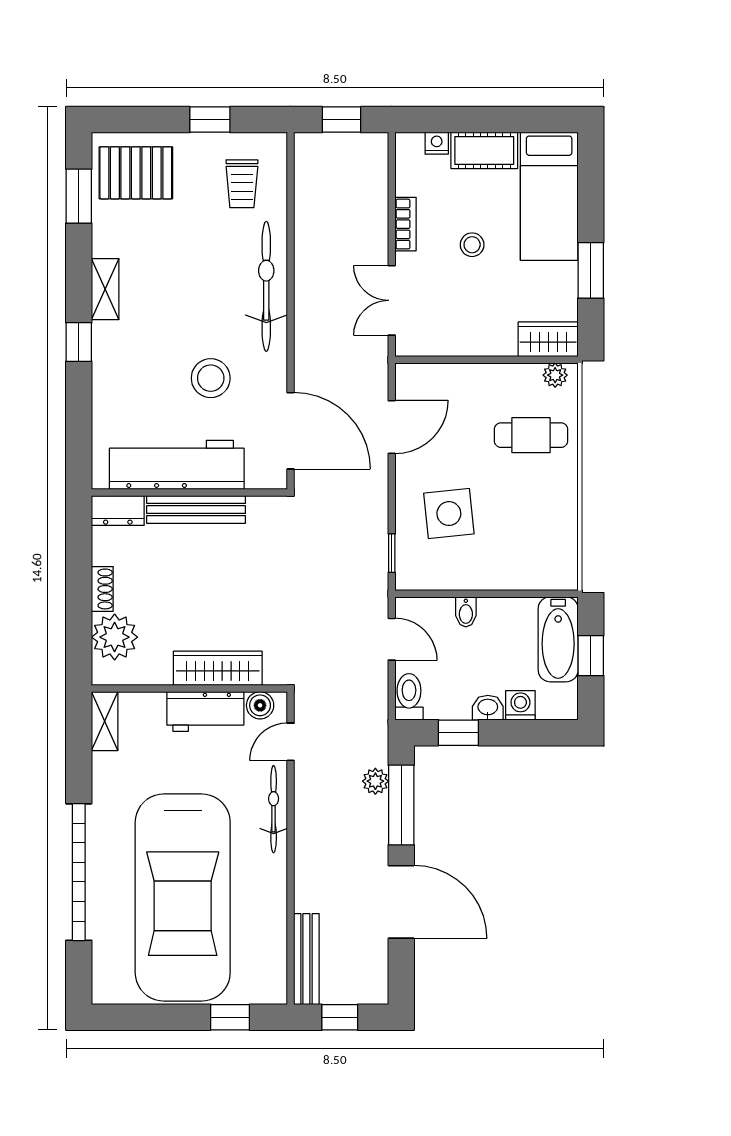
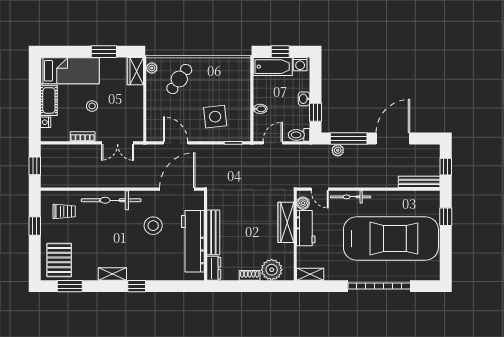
cafe table: (531, 435) -> (179, 79), turned 36
washing machine: (520, 705) -> (300, 64), moved, turned -90

